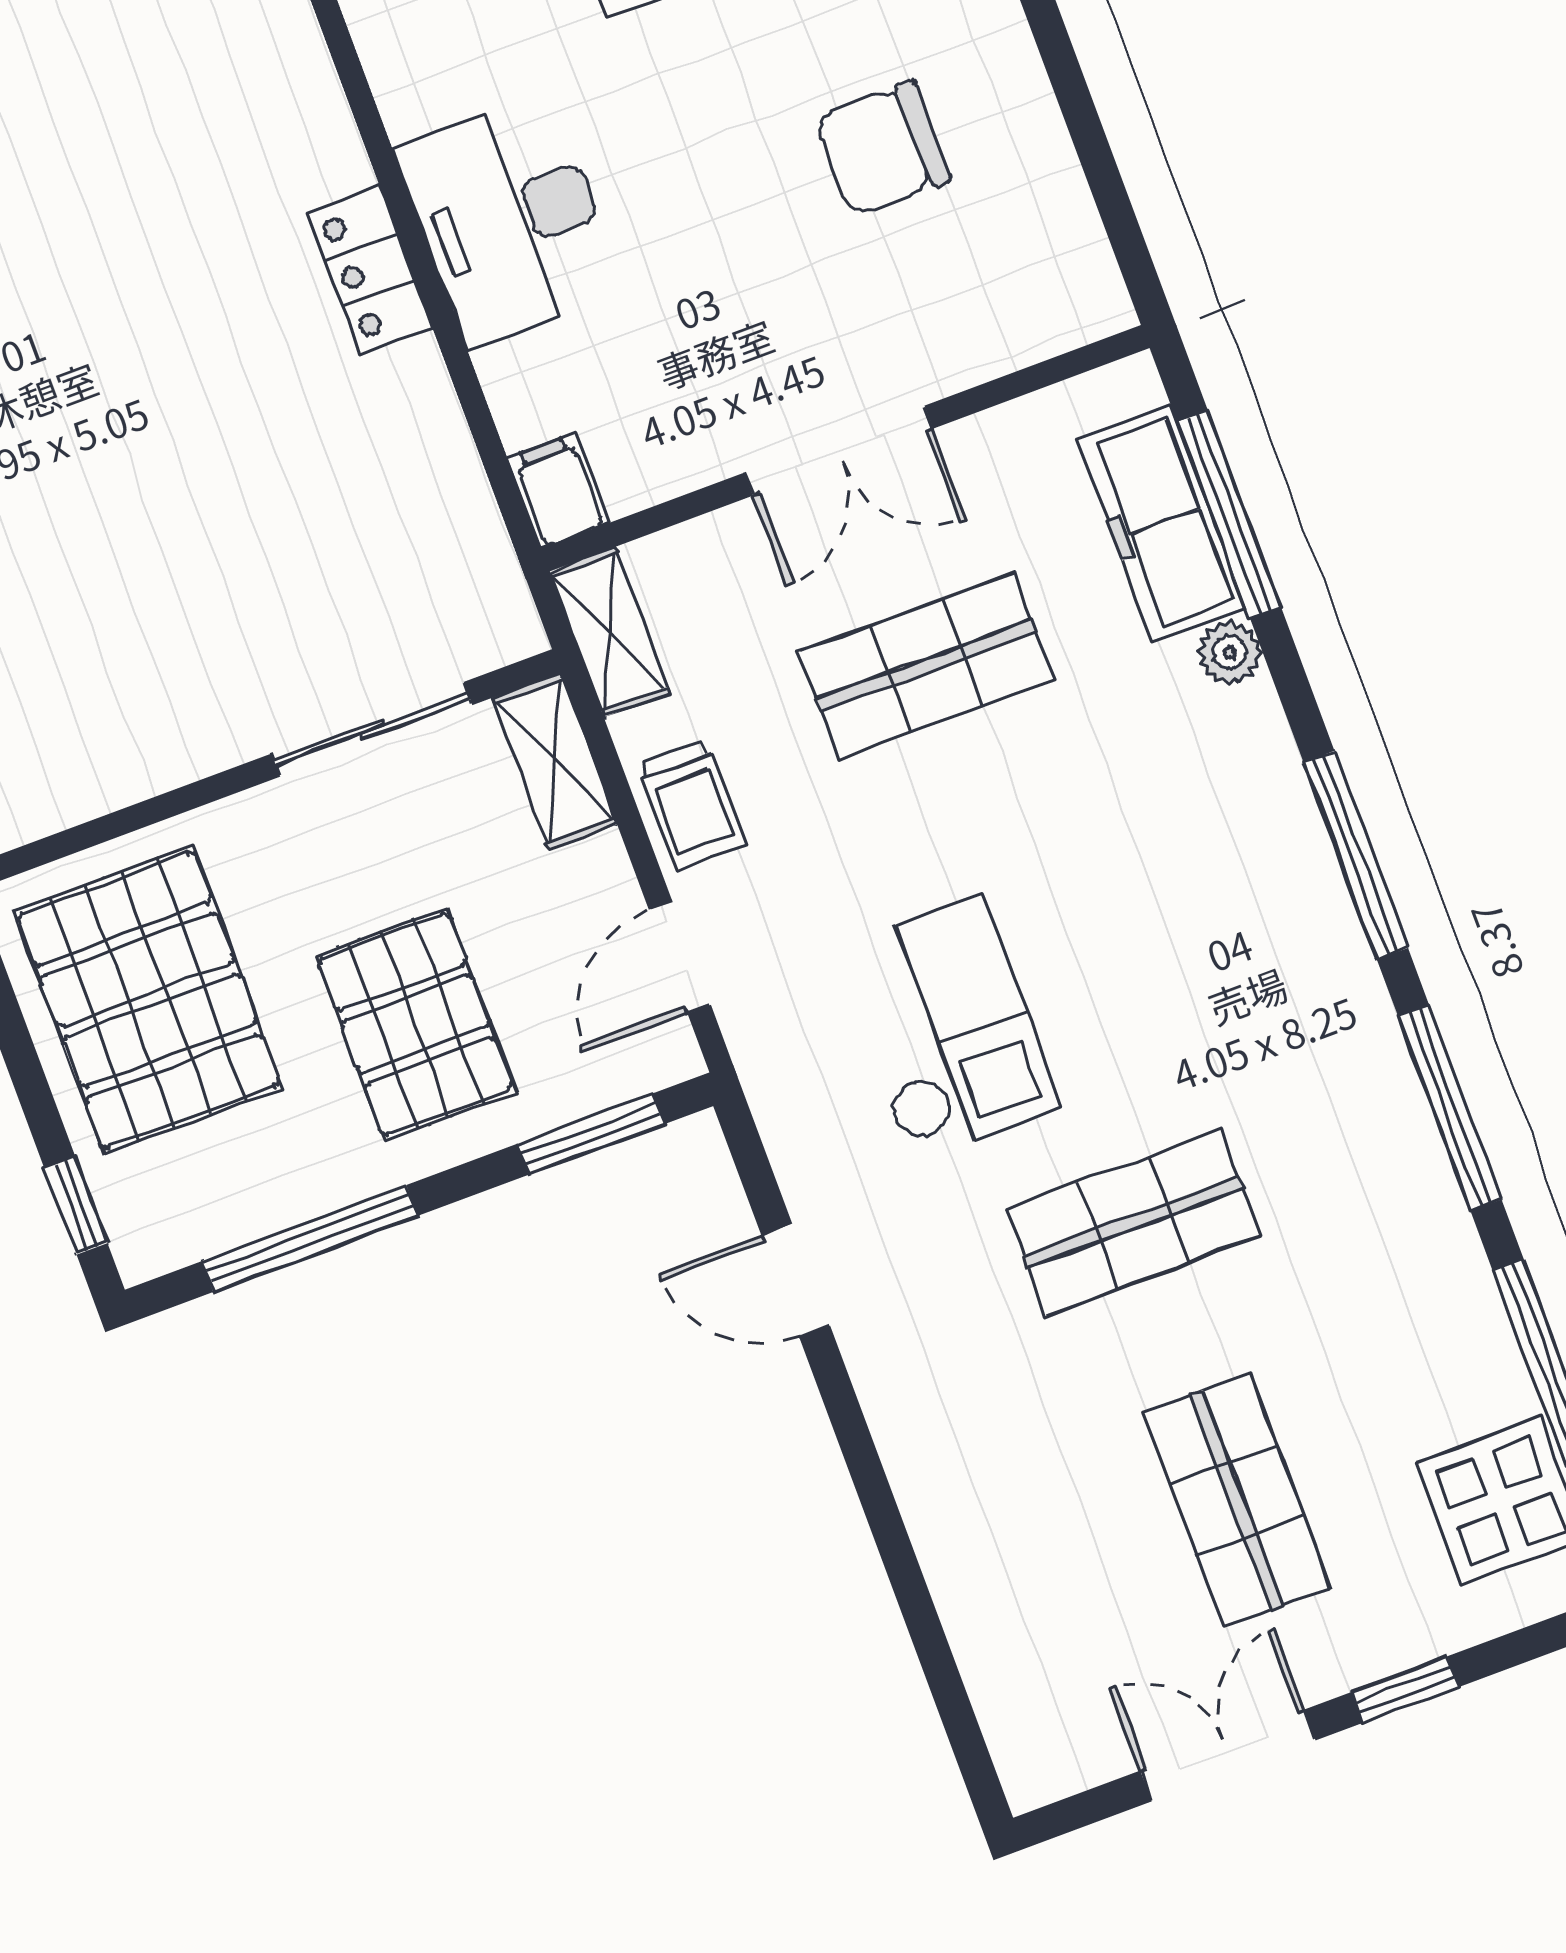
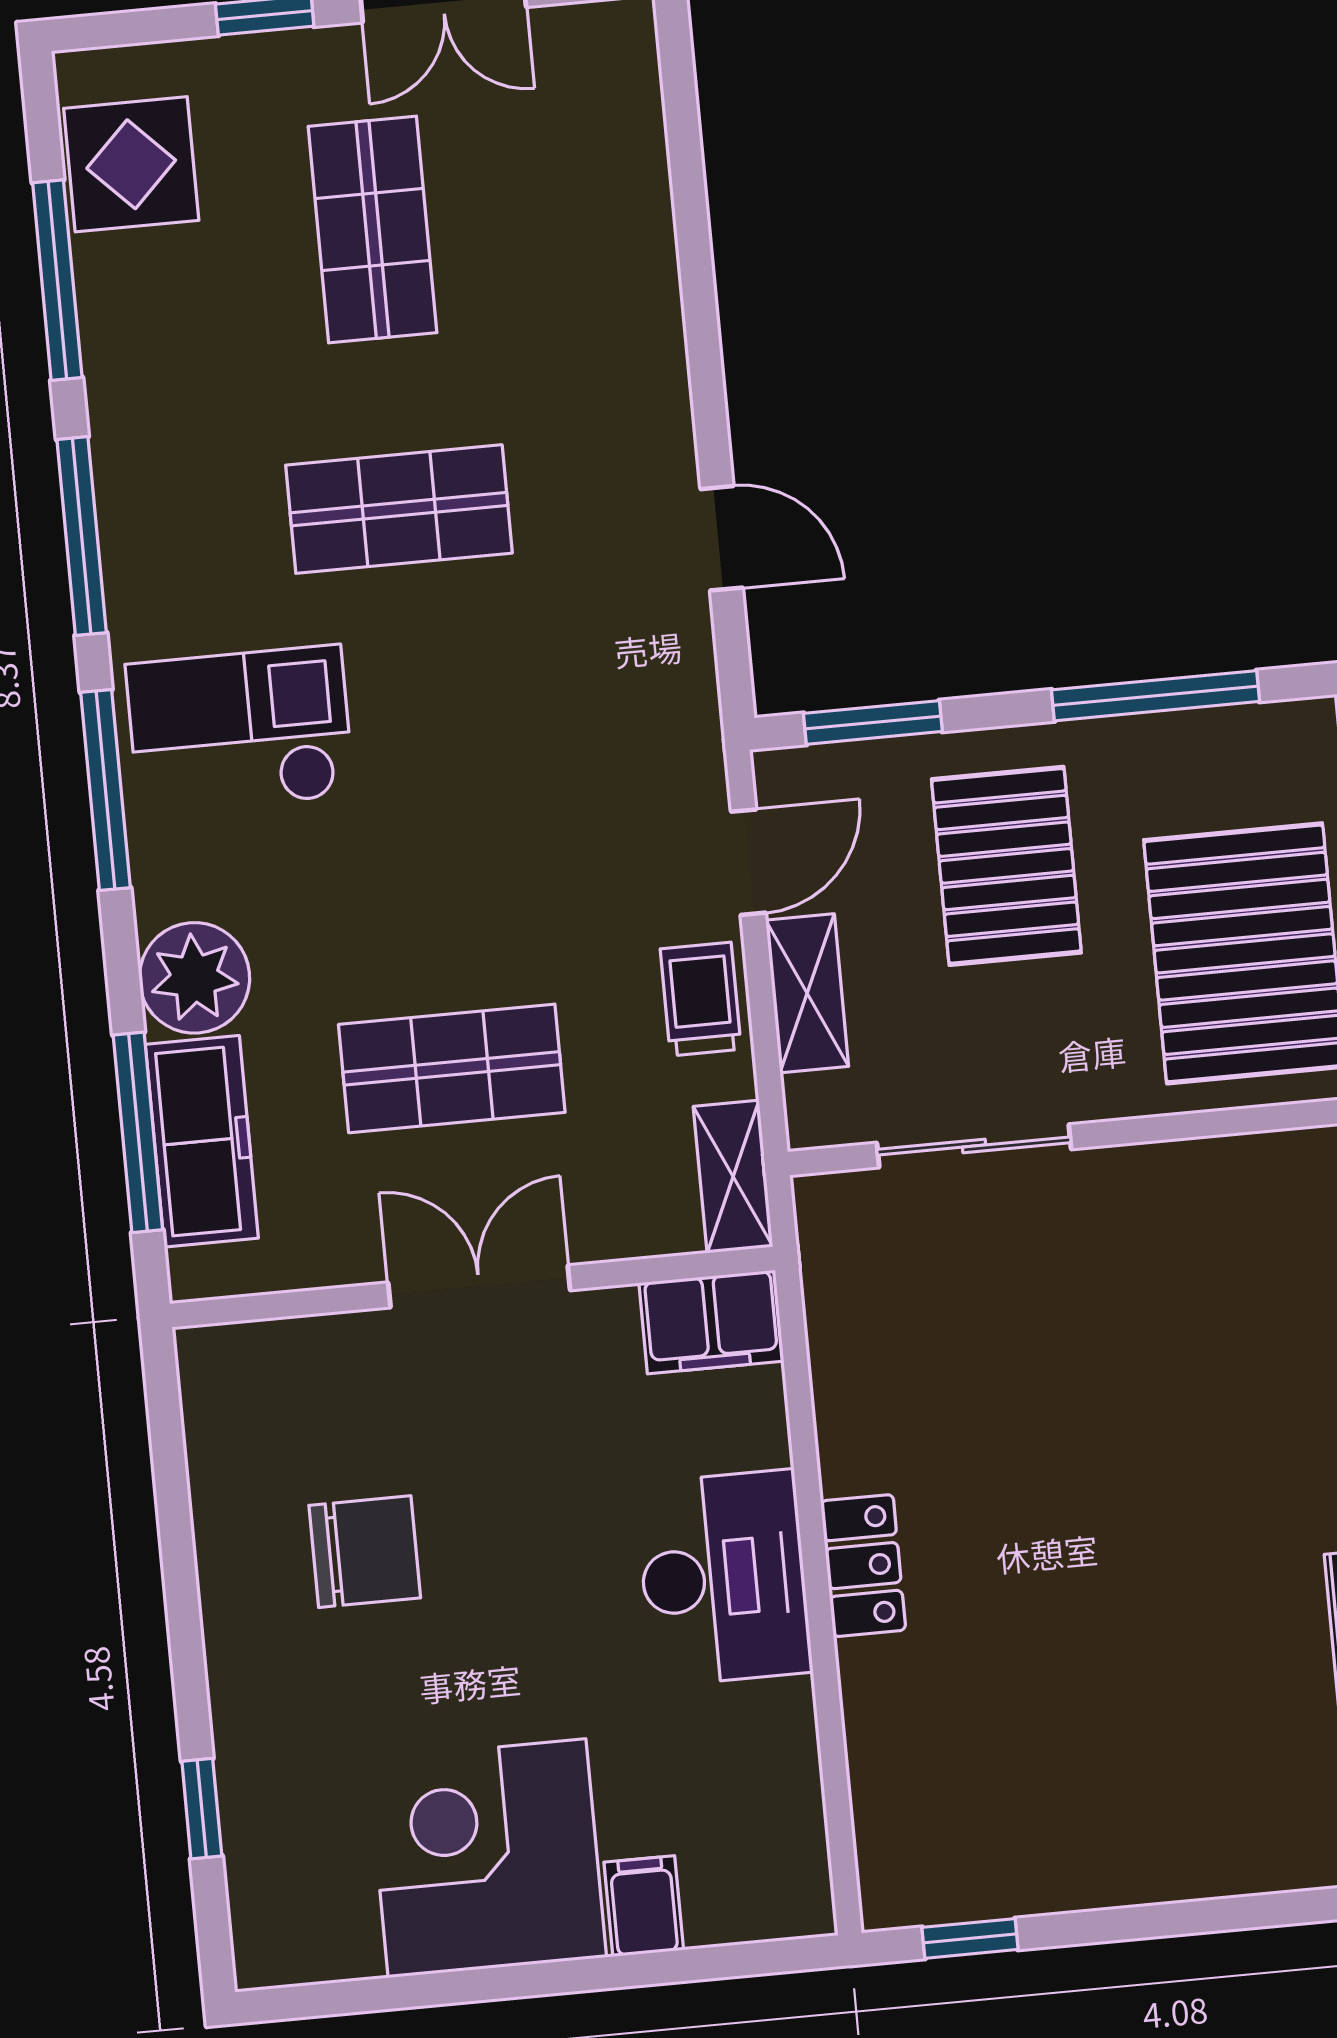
filing cabinet: (558, 490) -> (711, 1322), width x2.00
plant: (1230, 653) -> (194, 978), width x1.87, depth x1.87
shelving: (555, 761) -> (807, 993), moved
checkout: (947, 1028) -> (240, 730), moved, turned 90

